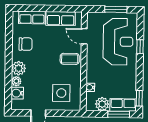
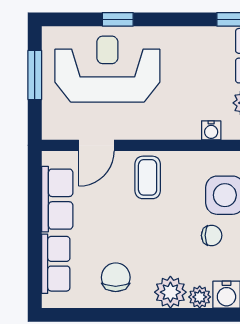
chair: (44, 87) -> (212, 235), added

